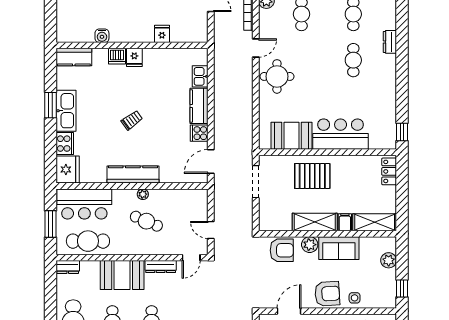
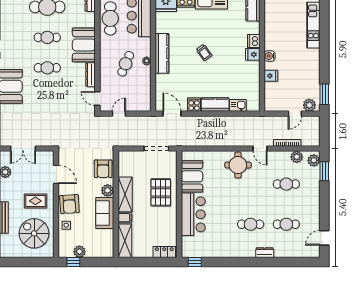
water cooler: (102, 36) -> (270, 56), moved
plant: (389, 260) -> (79, 252), moved

